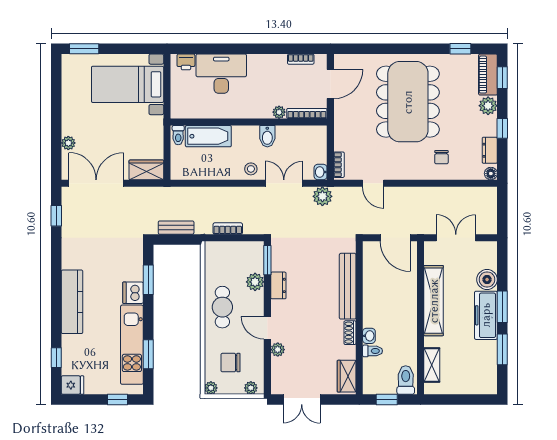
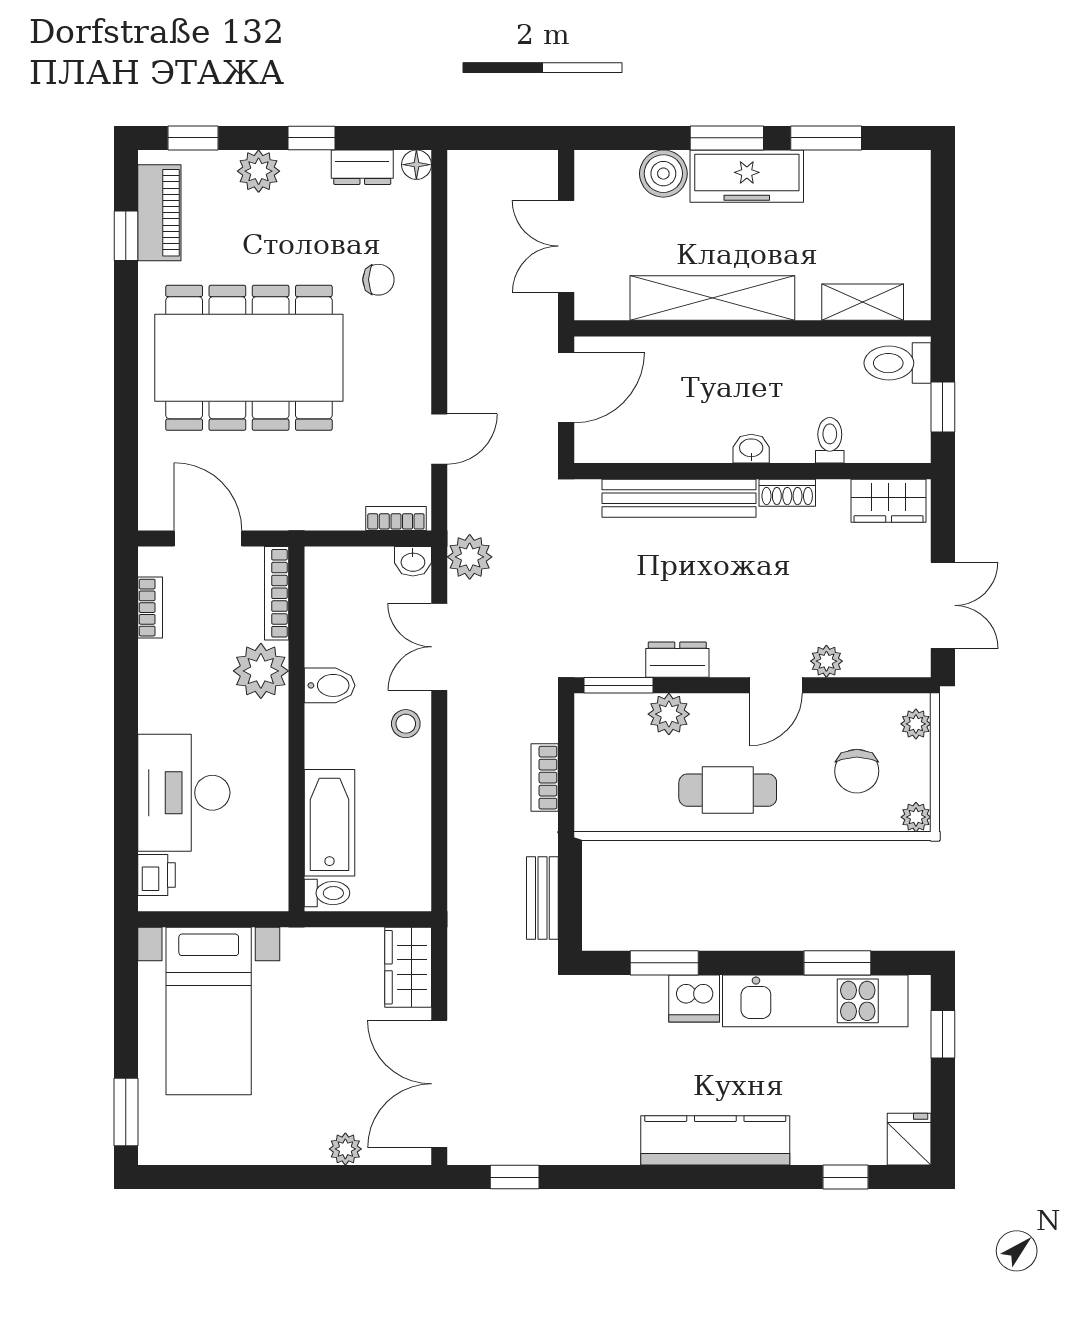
piano: (488, 75) -> (159, 213), moved, turned -90
plant: (279, 112) -> (261, 671), width x1.88, depth x1.88
washbasin: (369, 336) -> (751, 449), moved

